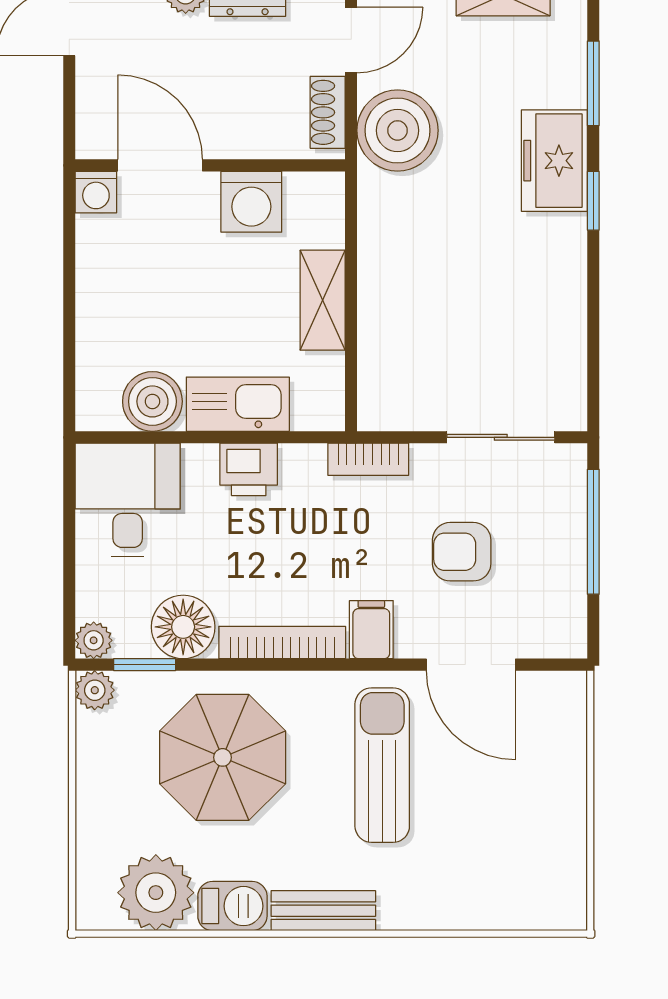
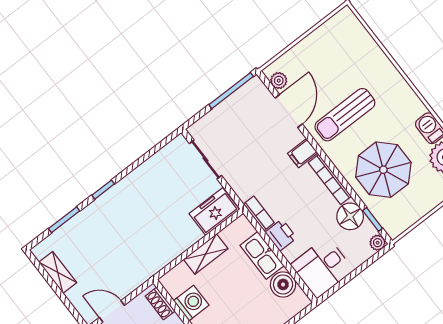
shoe rack: (328, 112) -> (160, 304), moved, turned 90
boiler: (398, 130) -> (130, 273), removed
freezer: (554, 161) -> (214, 212), moved, turned 180
bookcase: (368, 459) -> (259, 213), moved
window: (593, 532) -> (231, 91), moved
armchair: (462, 552) -> (254, 143), removed
plant: (95, 690) -> (279, 81), moved
bench: (323, 911) -> (408, 97), removed

